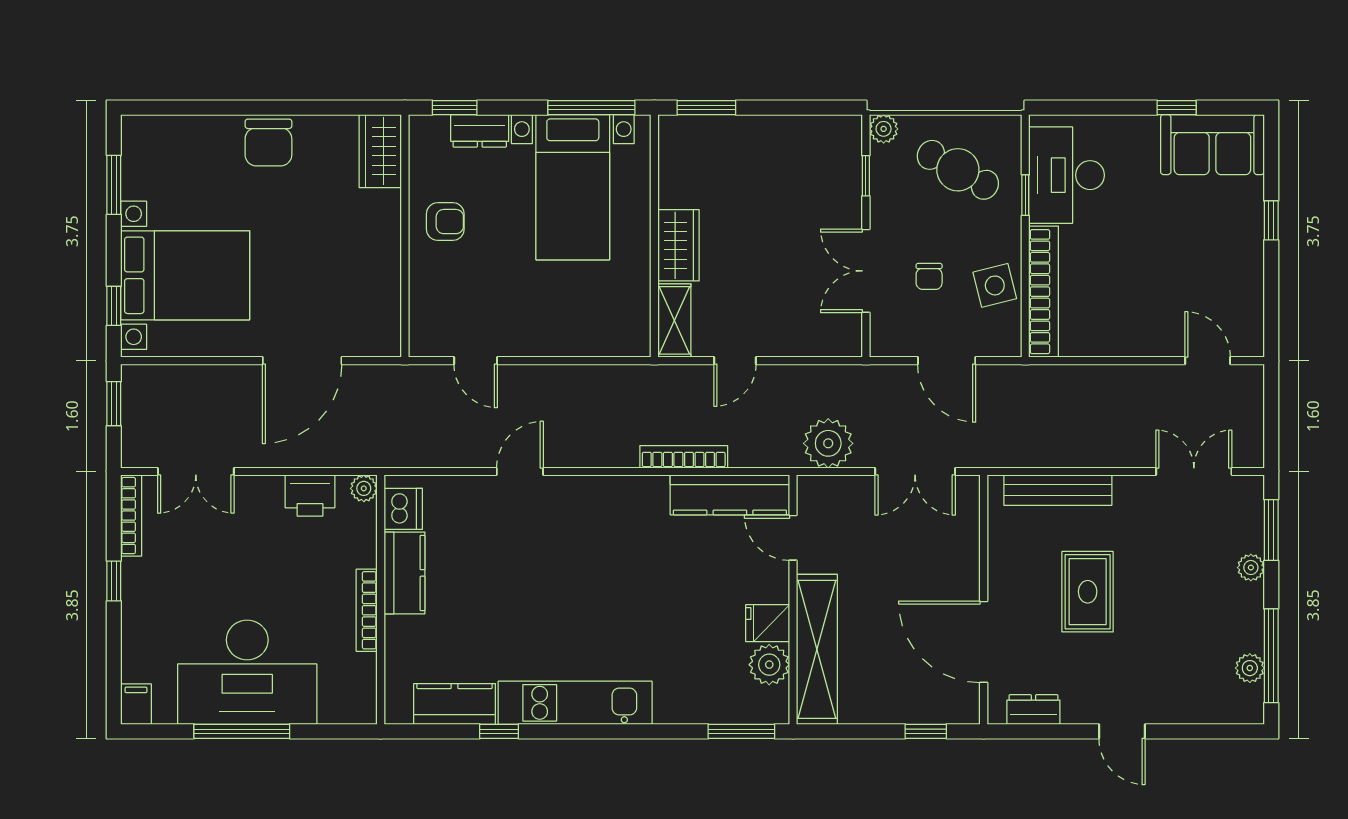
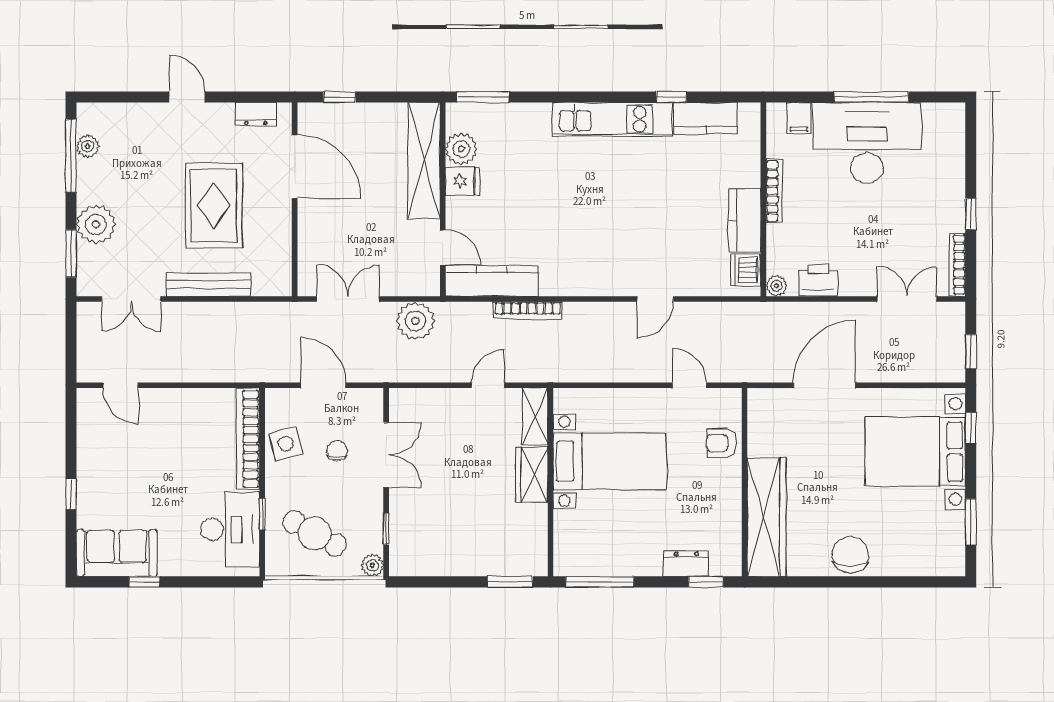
wardrobe: (380, 151) -> (766, 517), width x2.10, depth x1.17
bed with nightstands: (573, 187) -> (610, 461), moved, turned 90
armchair: (445, 222) -> (721, 443), moved
bench: (1058, 490) -> (208, 285), moved
plant: (1251, 568) -> (96, 224), width x1.88, depth x1.88
rug: (1088, 592) -> (214, 206), width x1.36, depth x1.43
filing cabinet: (136, 704) -> (799, 118), moved

